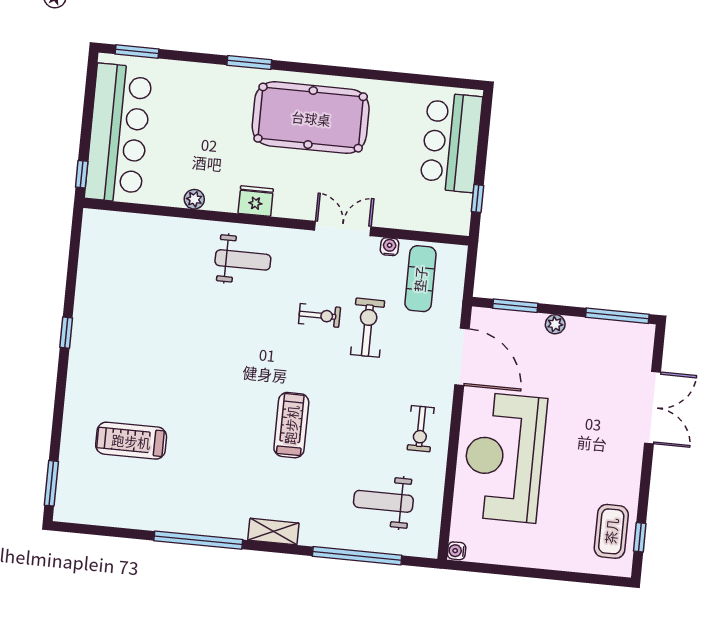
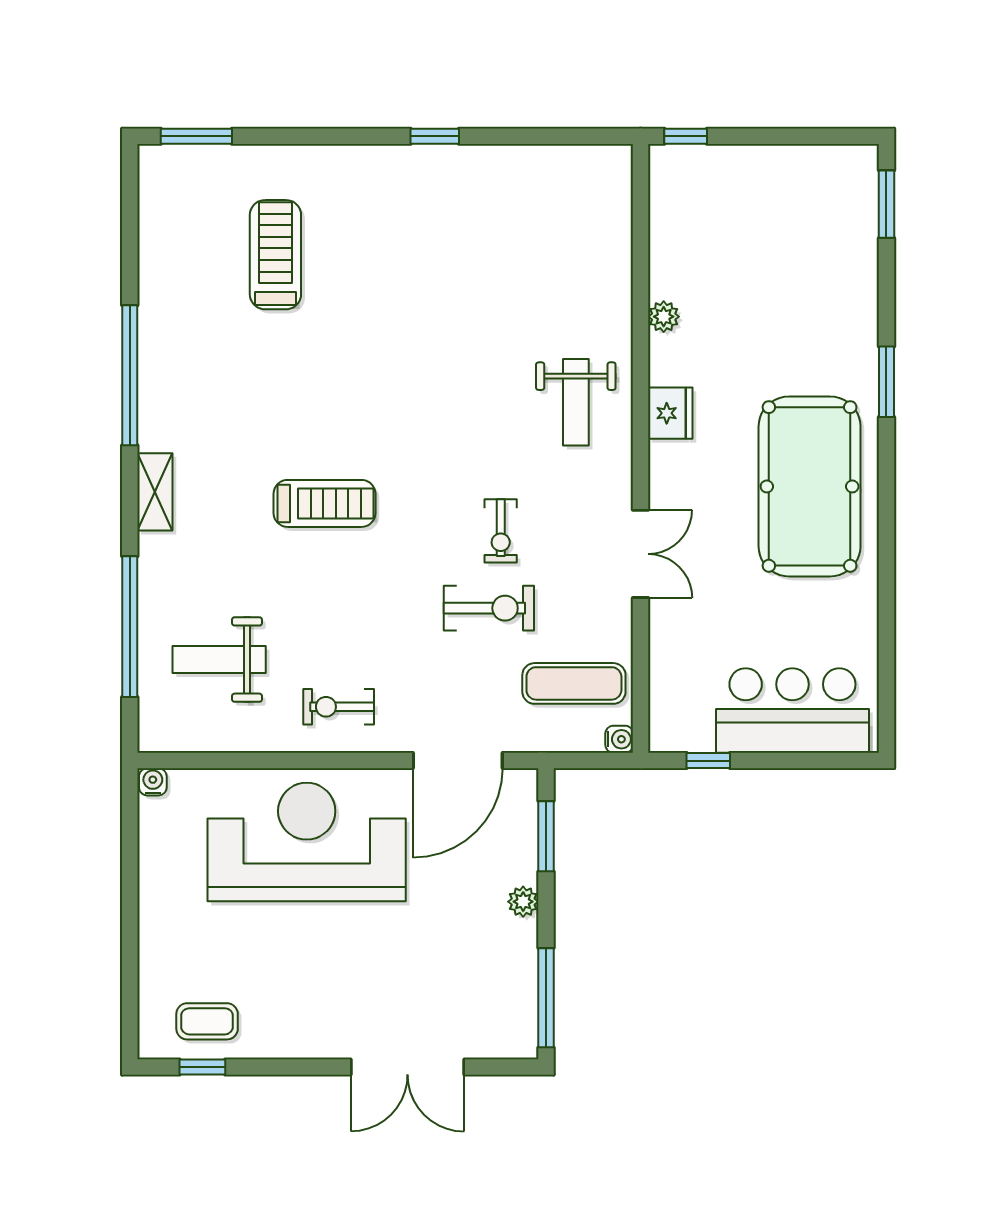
bar counter: (118, 133) -> (755, 188), removed
water cooler: (389, 247) -> (619, 739), moved
weight bench: (383, 501) -> (219, 660), turned -90
coffee table: (611, 531) -> (207, 1021), width x0.73, depth x0.77

